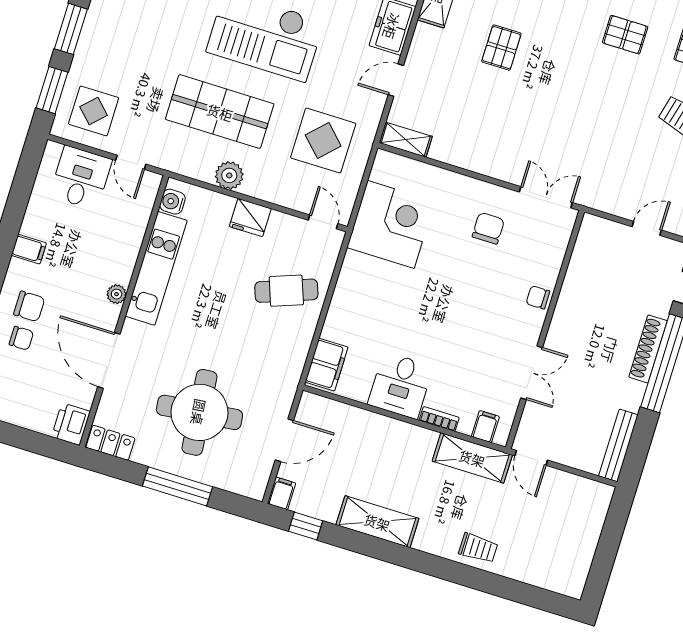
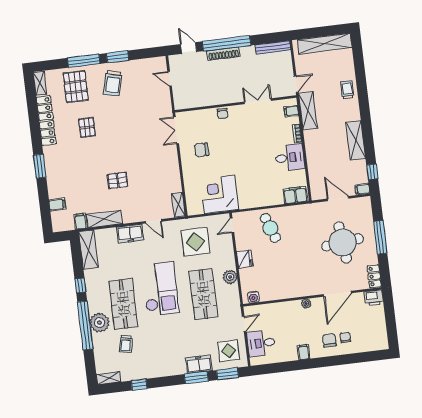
freezer: (93, 45) -> (199, 364), added
kitchen unit: (156, 268) -> (287, 291), removed
shelving: (583, 545) -> (325, 44), added

